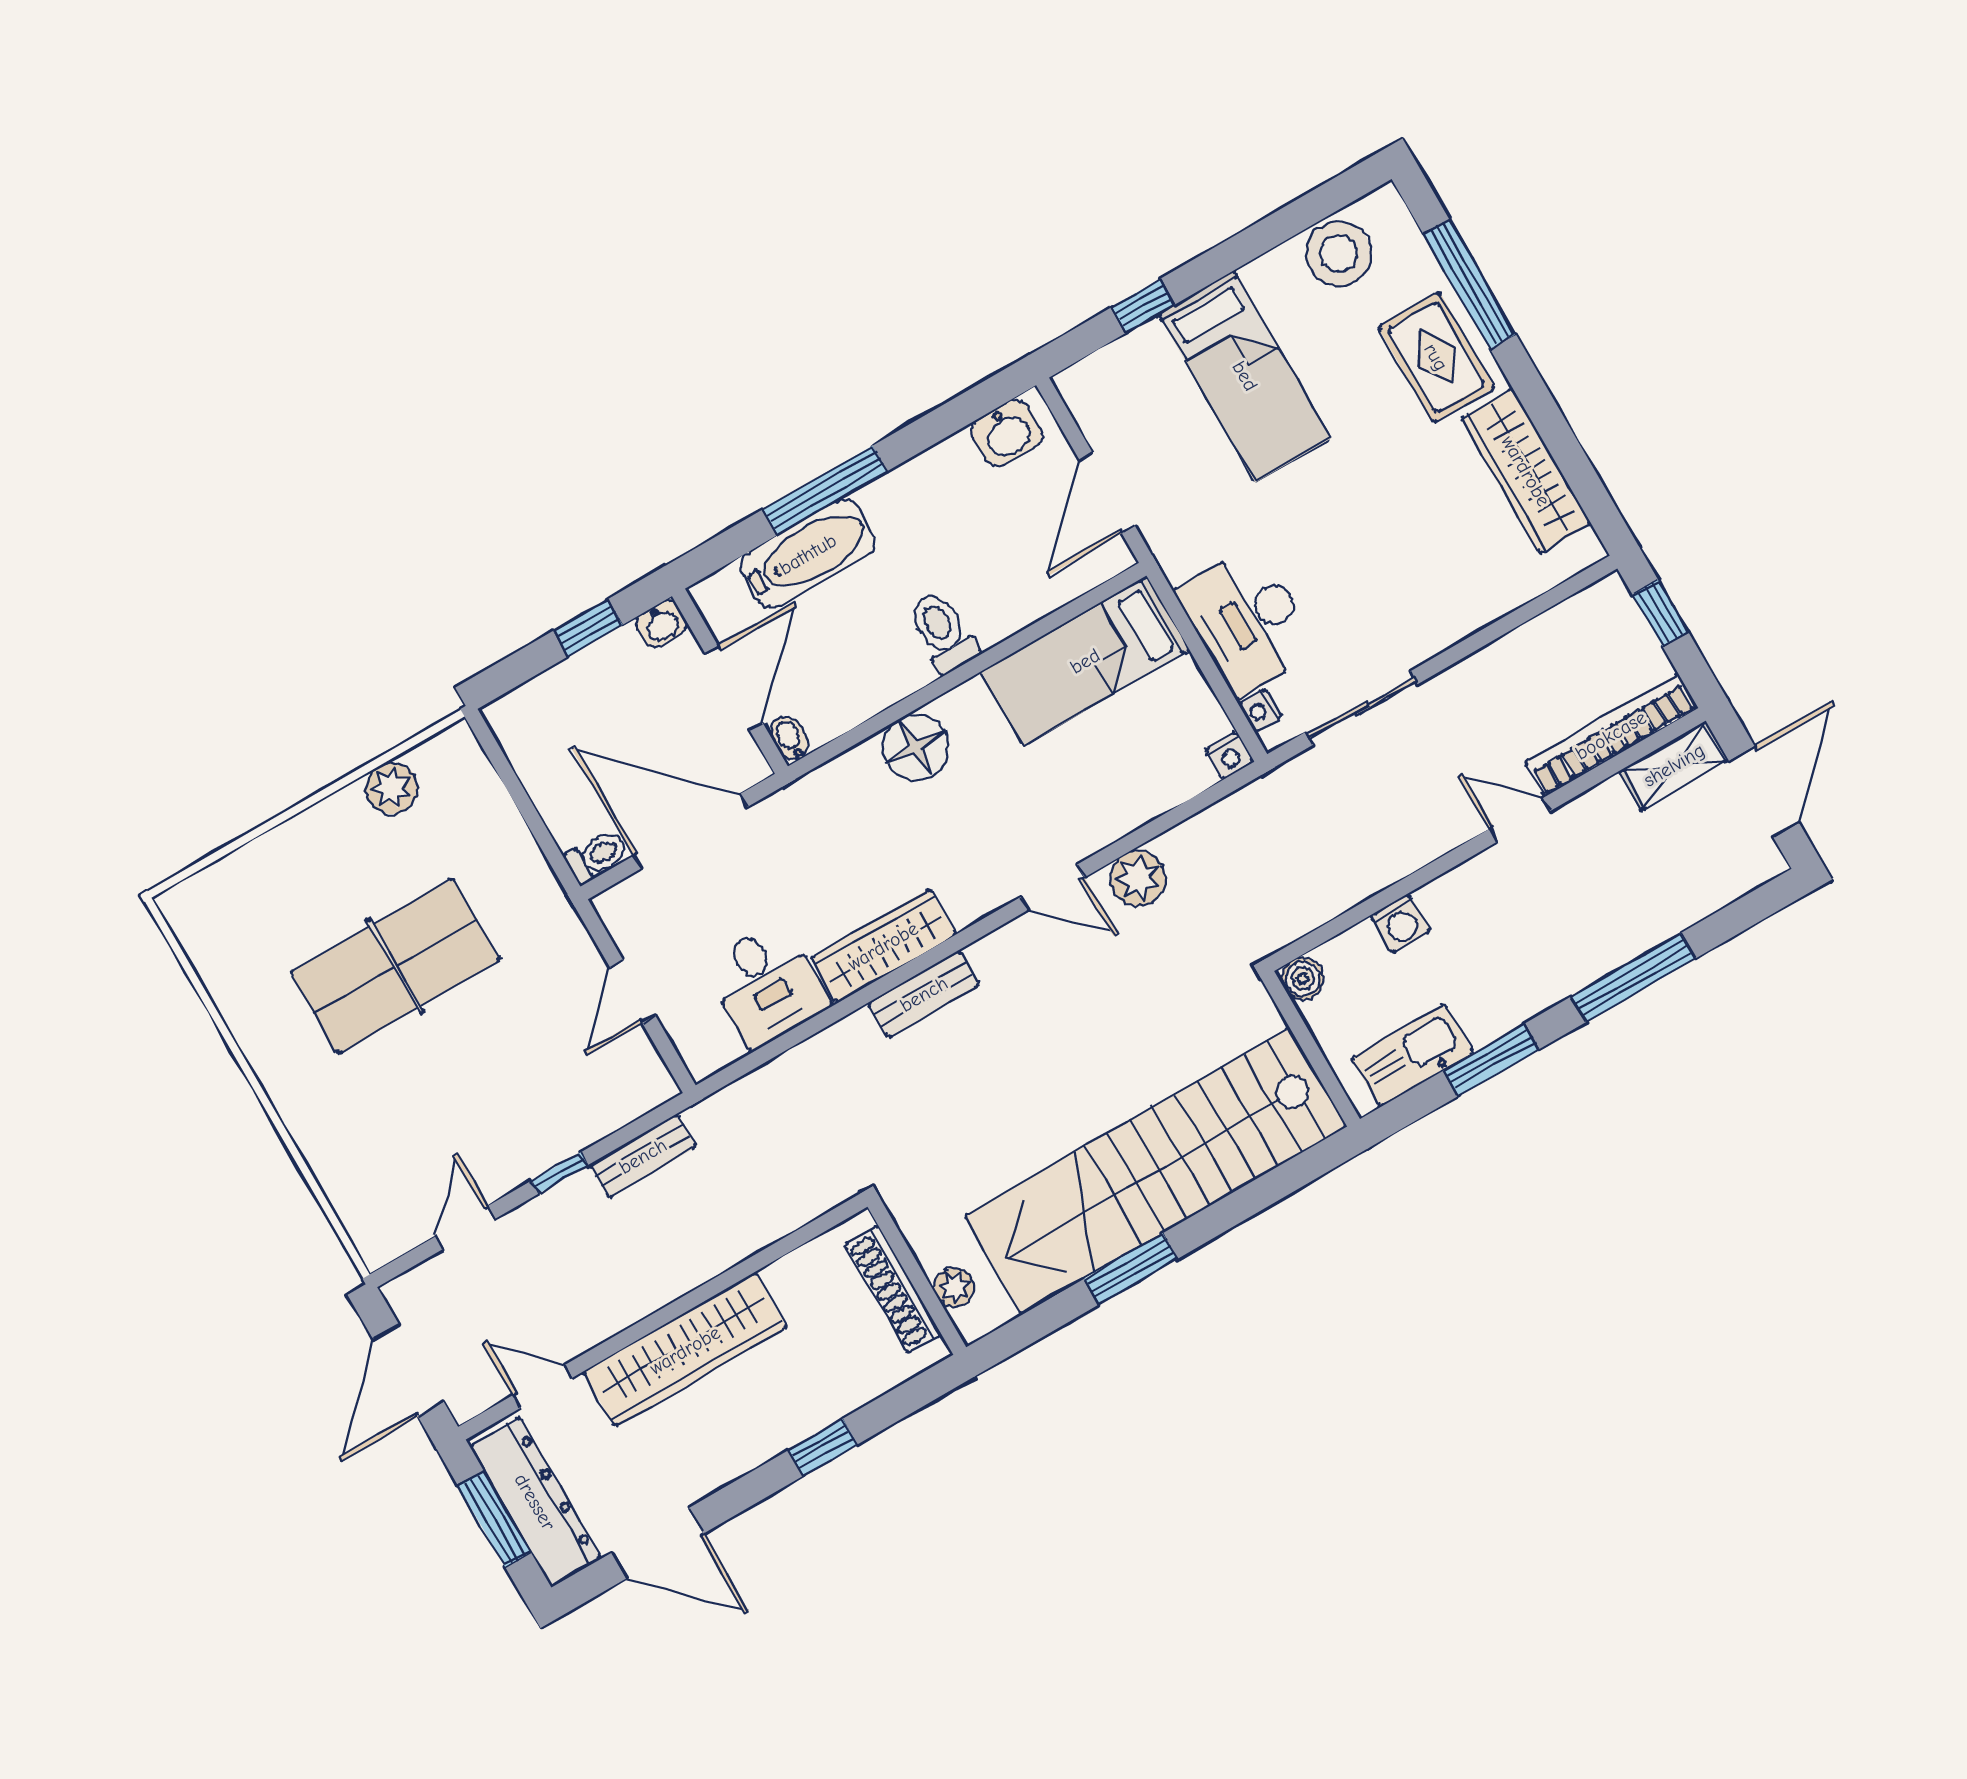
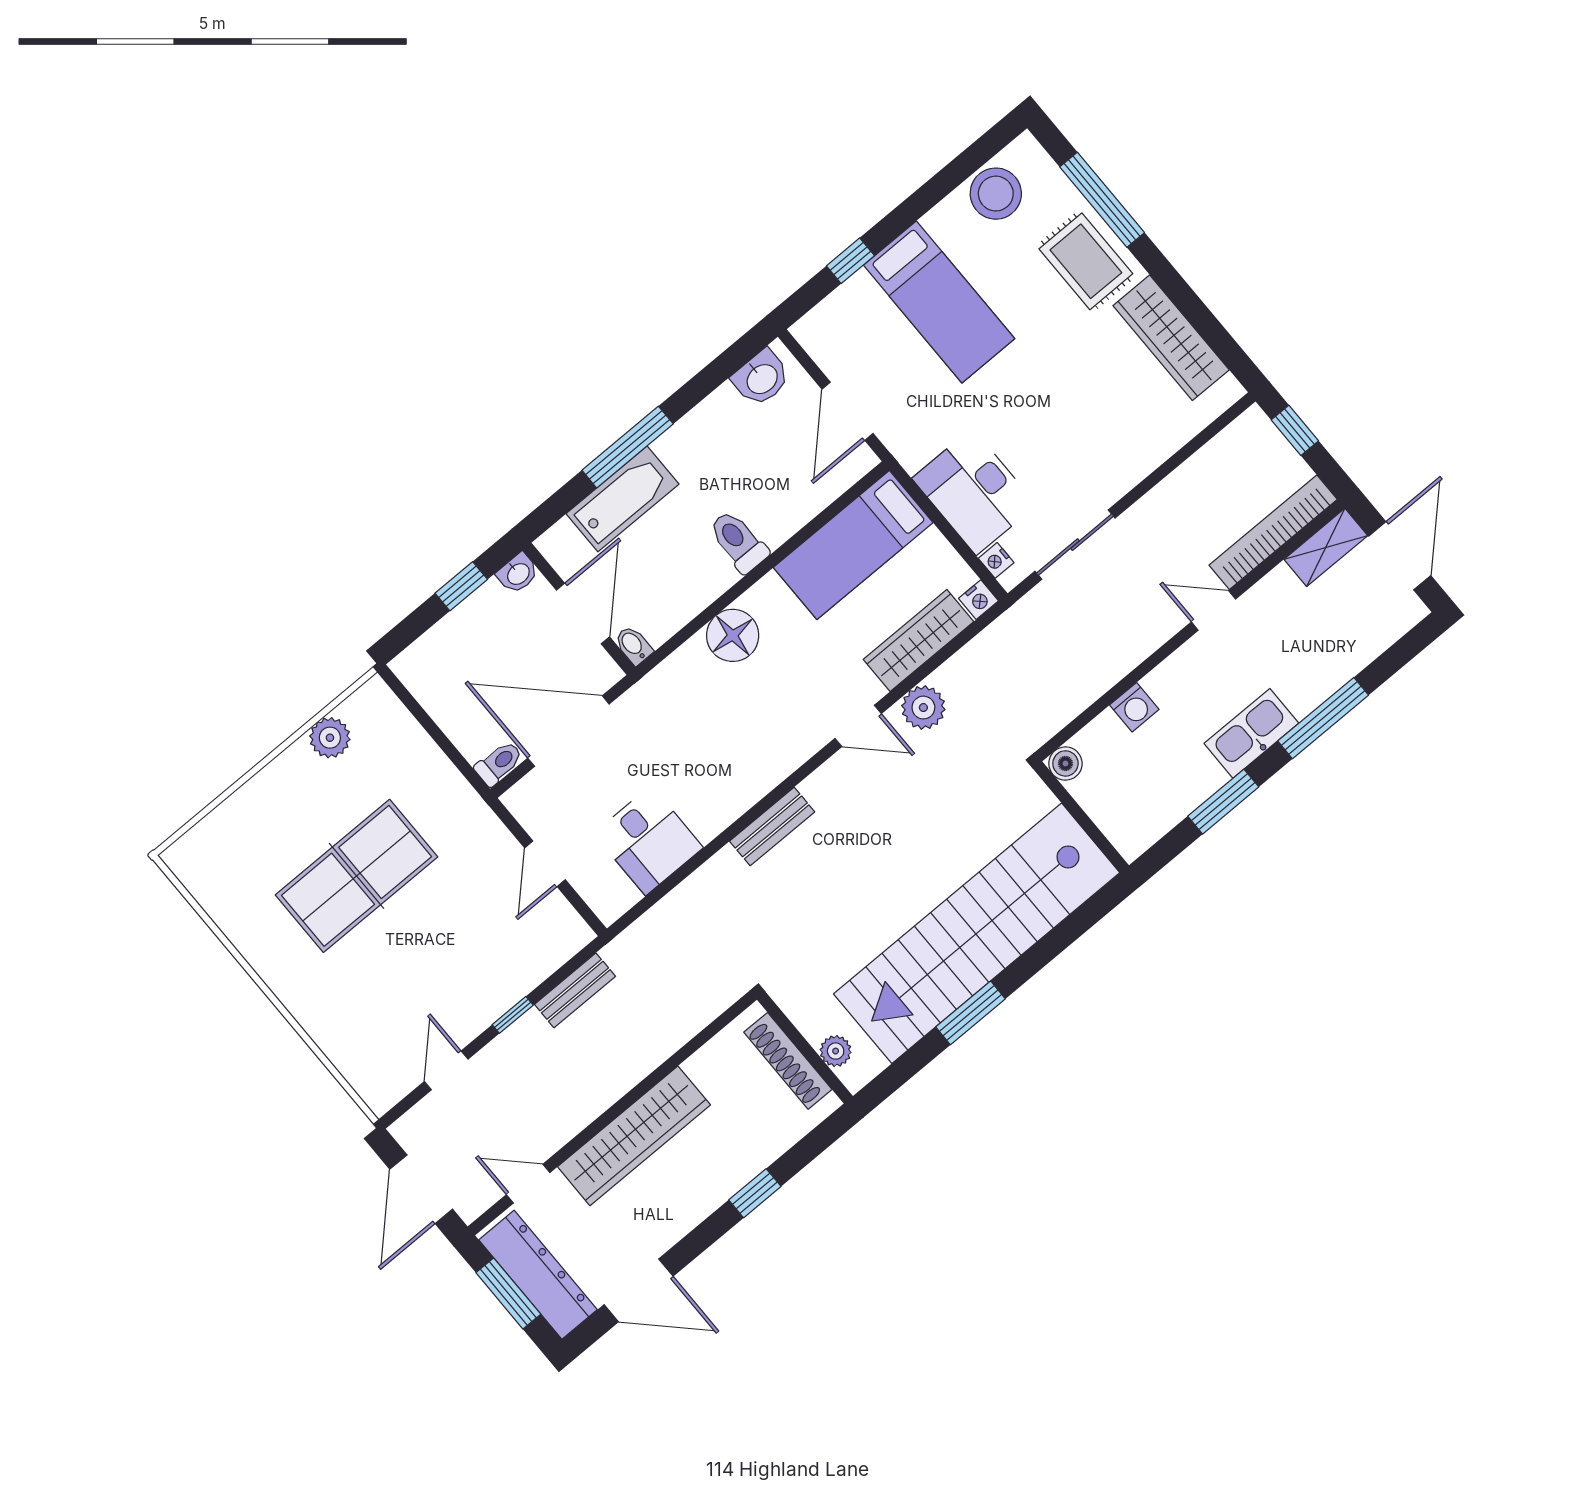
wardrobe: (883, 946) -> (919, 640), moved
kitchen sink: (1412, 1055) -> (1251, 733), moved

